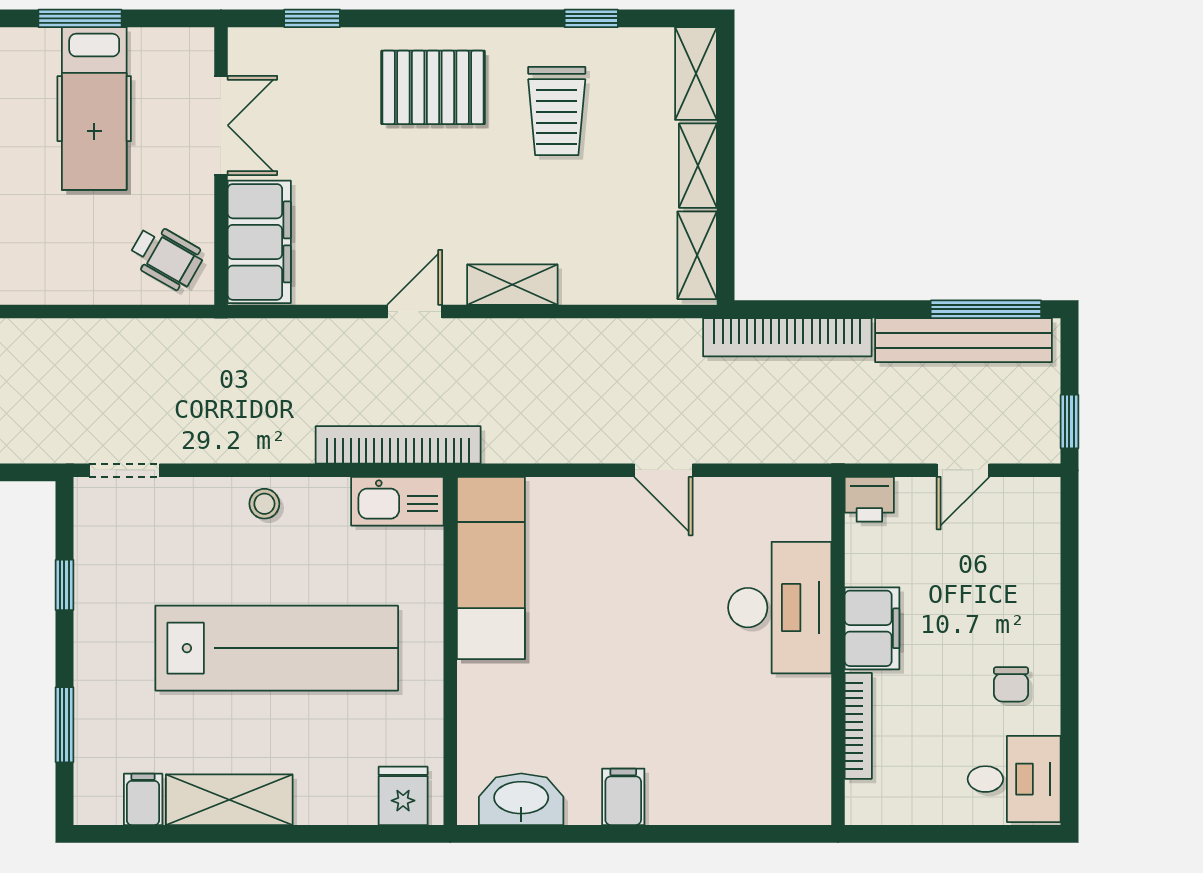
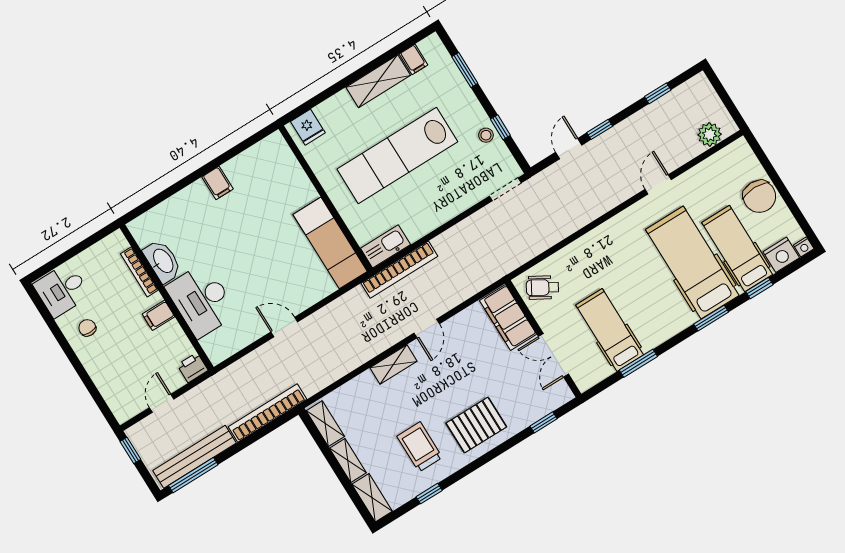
stool: (264, 504) -> (486, 135), moved
filing cabinet: (872, 628) -> (159, 315), width x0.50
washbasin: (521, 799) -> (163, 261), moved, turned -90

